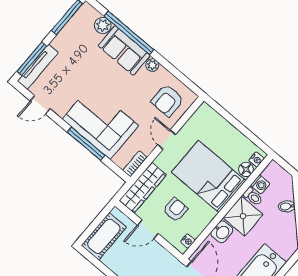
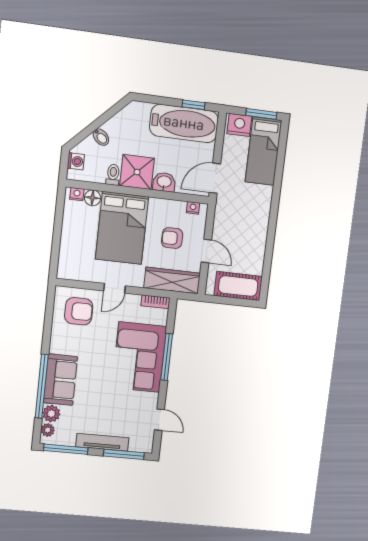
plant: (152, 65) -> (48, 430), moved
tv unit: (38, 67) -> (102, 442), moved
washing machine: (260, 184) -> (76, 161), moved, turned 90

